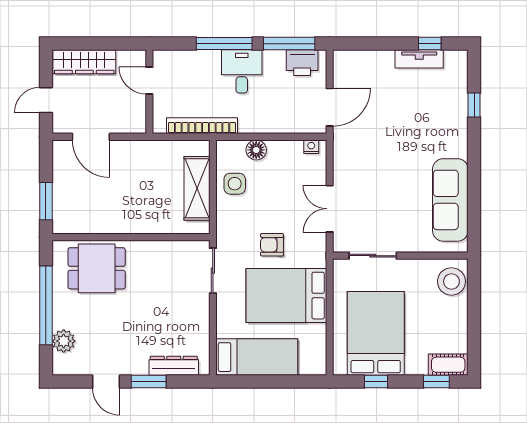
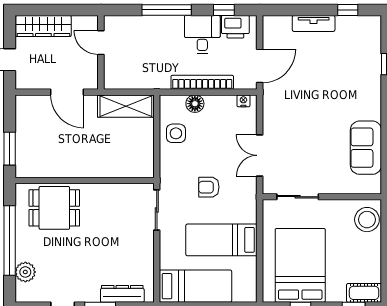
window: (289, 44) -> (224, 10), width x0.46
tv unit: (419, 59) -> (314, 23), moved
desk: (242, 71) -> (202, 35), moved
bookcase: (202, 126) -> (202, 82), moved
door: (91, 137) -> (67, 92), moved
shelving: (197, 188) -> (126, 106), moved, turned 90
sofa: (450, 200) -> (366, 148), width x0.73
bed: (286, 296) -> (221, 240), width x0.67

